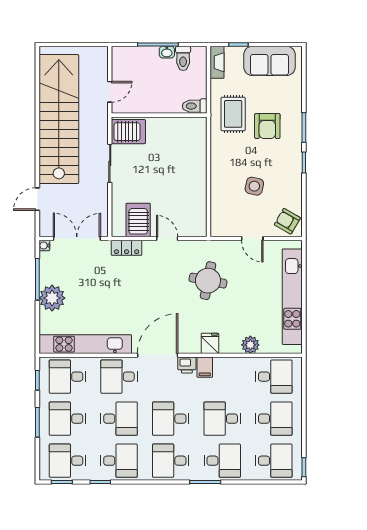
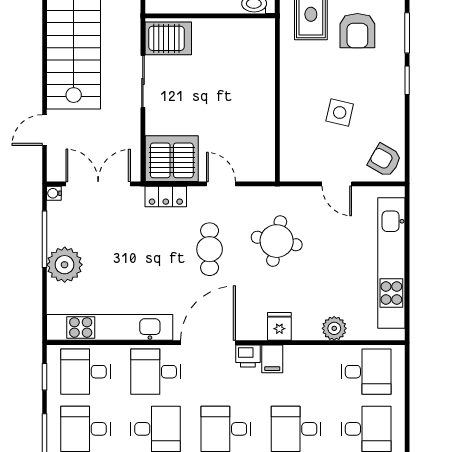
server rack: (138, 220) -> (172, 159), width x1.60
cafe table: (159, 287) -> (210, 249), added

